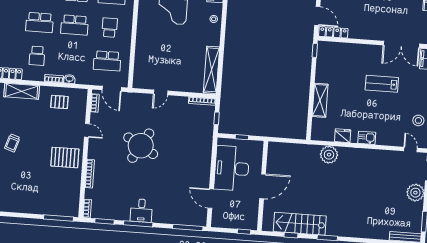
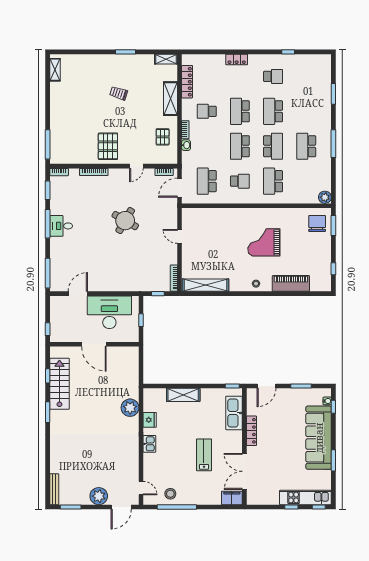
locker: (333, 32) -> (251, 431), moved
kitchen sink: (342, 51) -> (234, 413), added
round table: (141, 146) -> (125, 221), width x0.73, depth x0.73
door: (411, 150) -> (141, 488), hinge flipped

